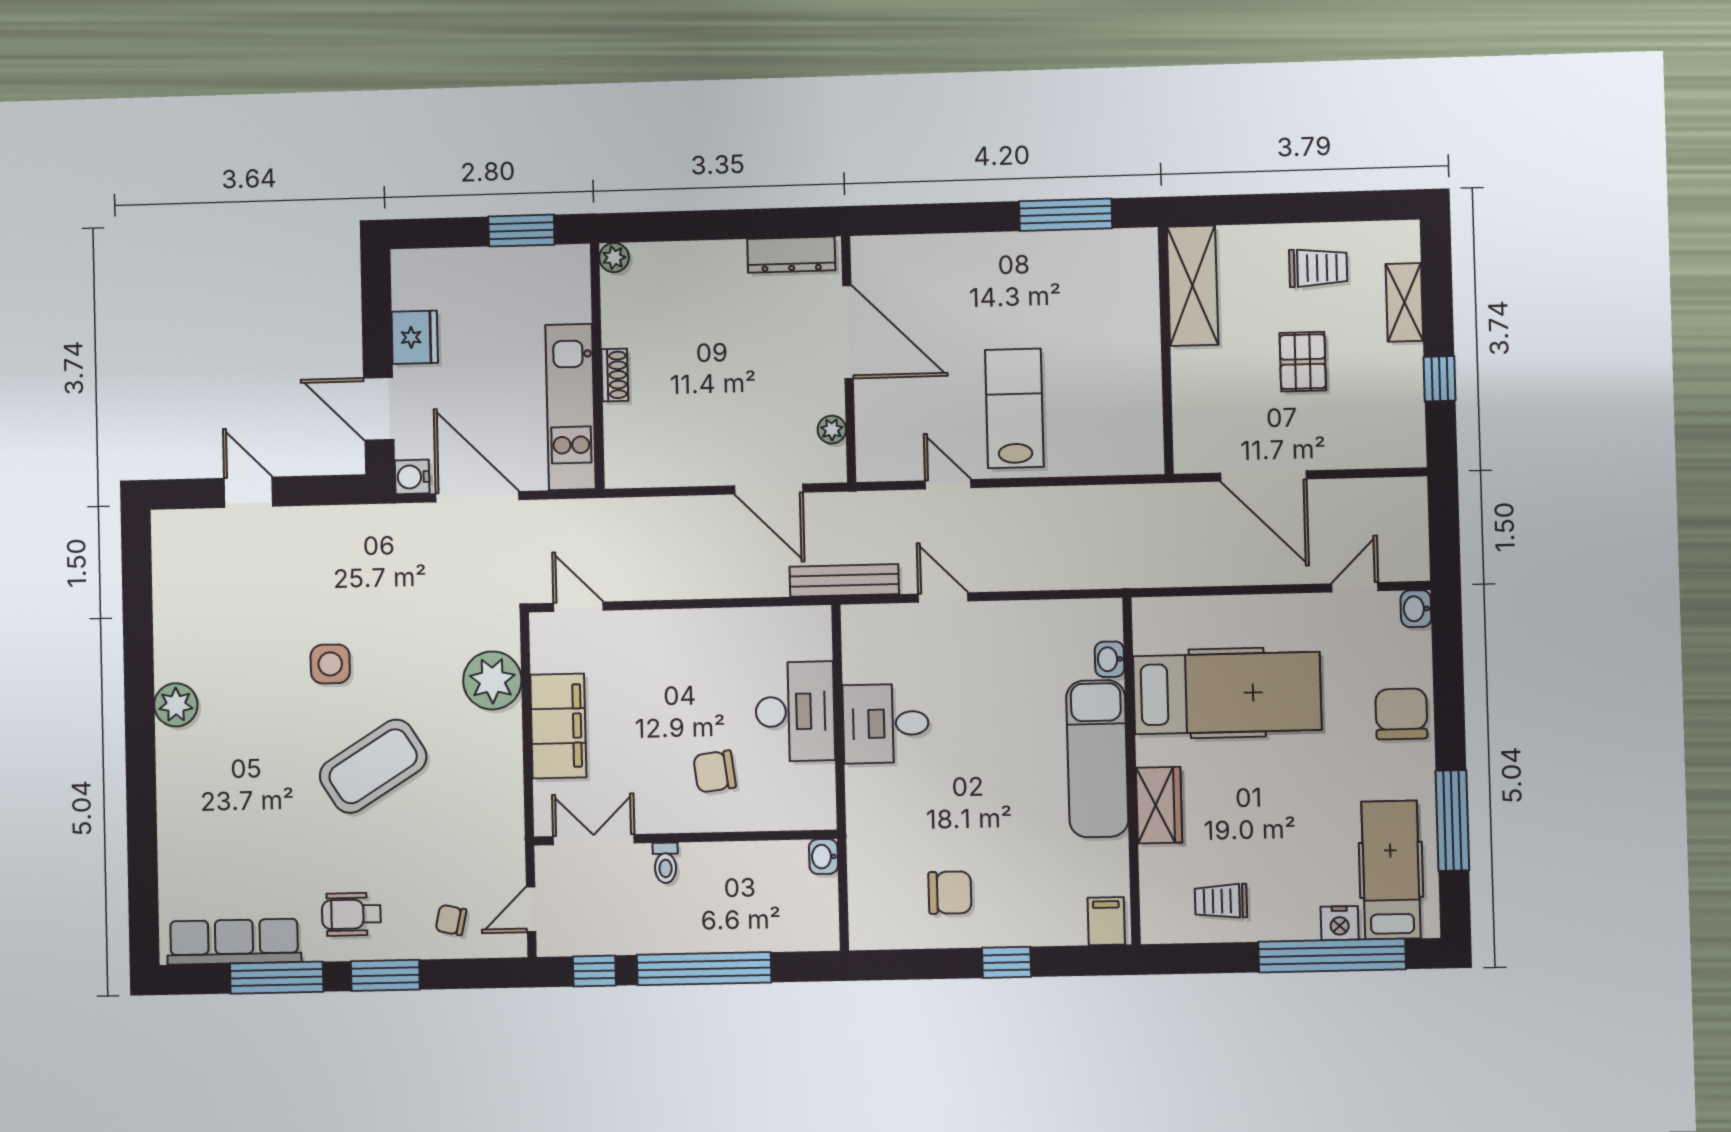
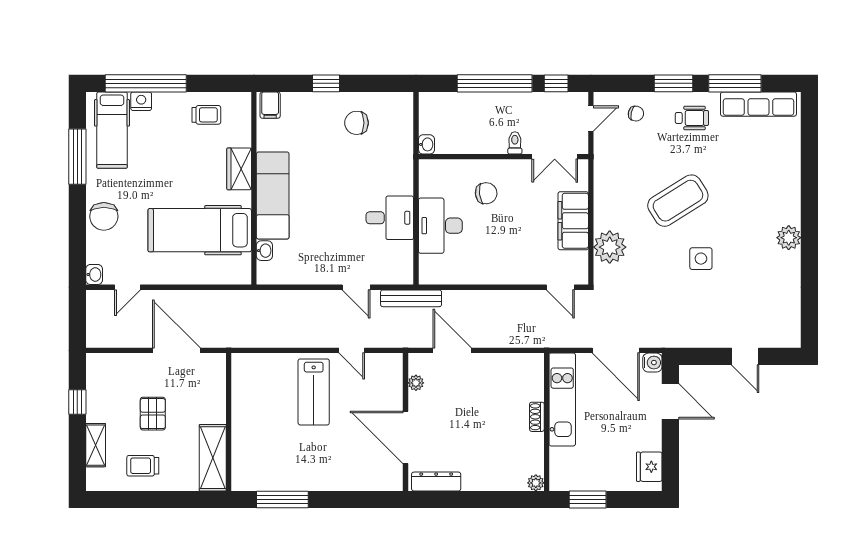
fridge: (415, 337) -> (649, 467), moved

